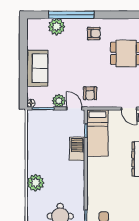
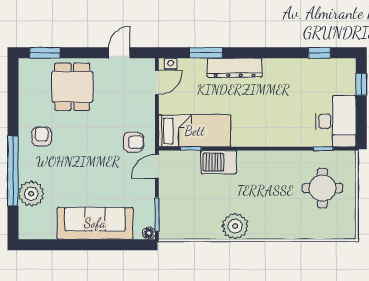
sofa: (37, 68) -> (95, 223), width x1.36
plant: (59, 101) -> (145, 190), removed
plant: (35, 183) -> (235, 226), moved

